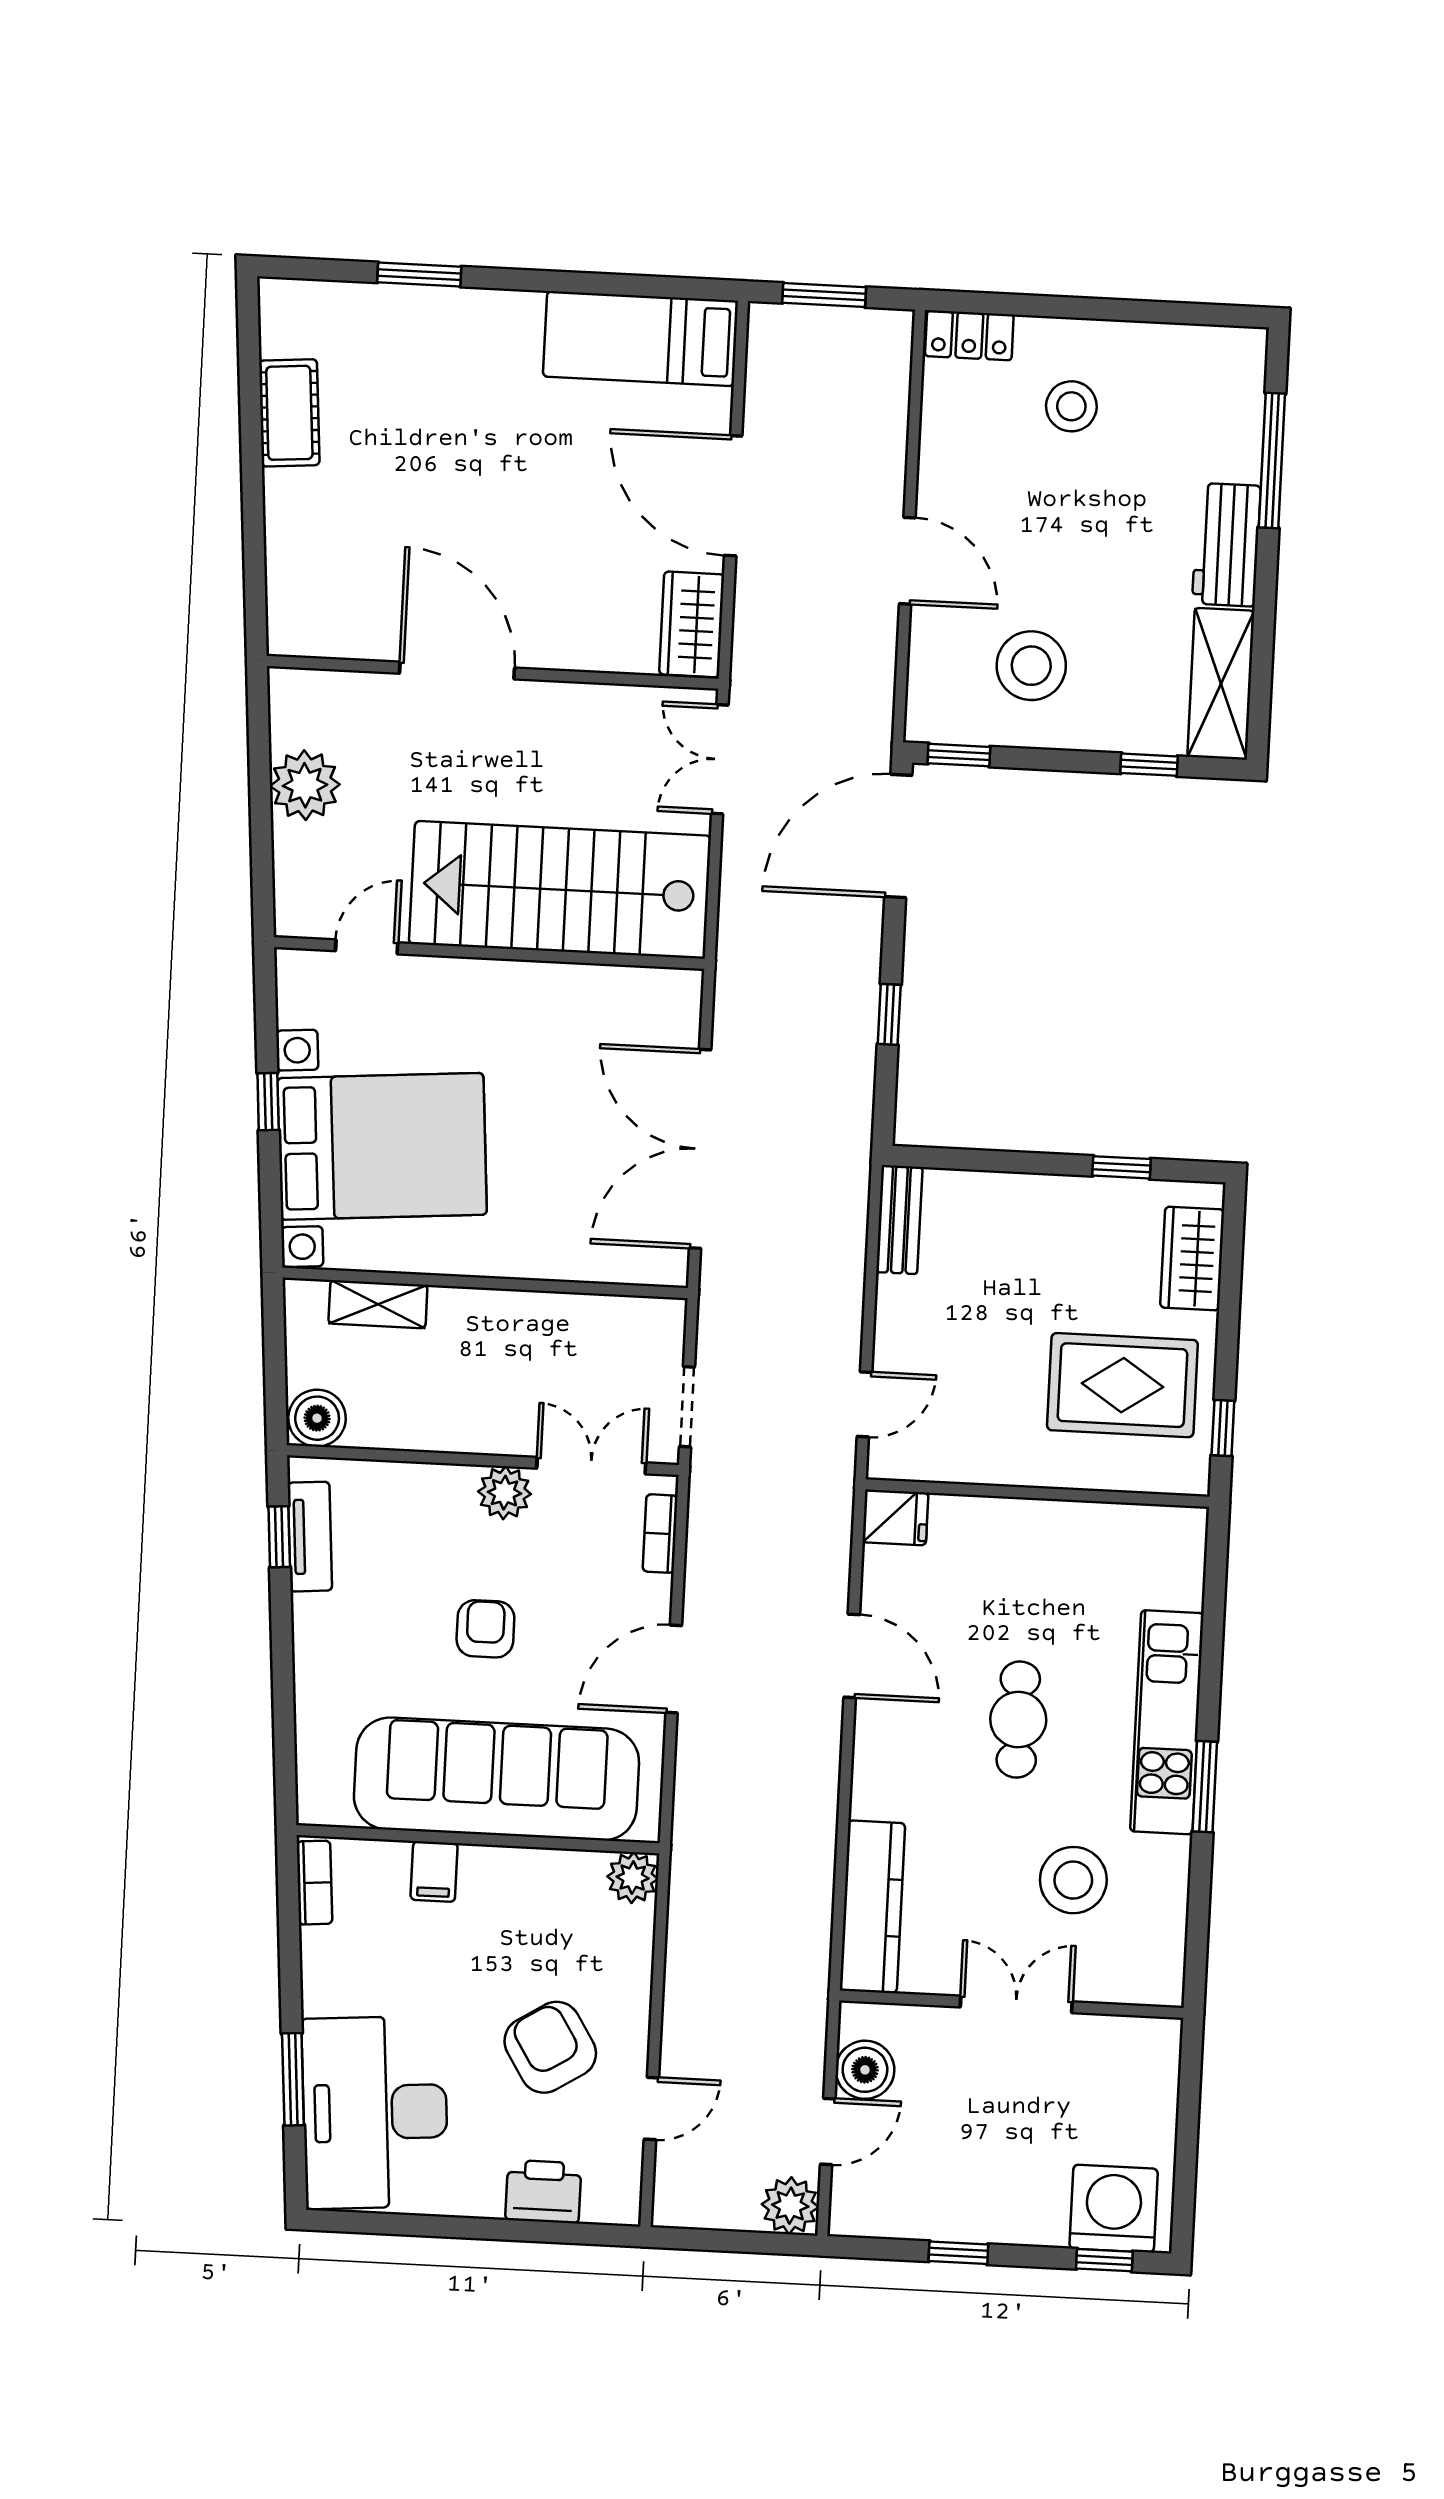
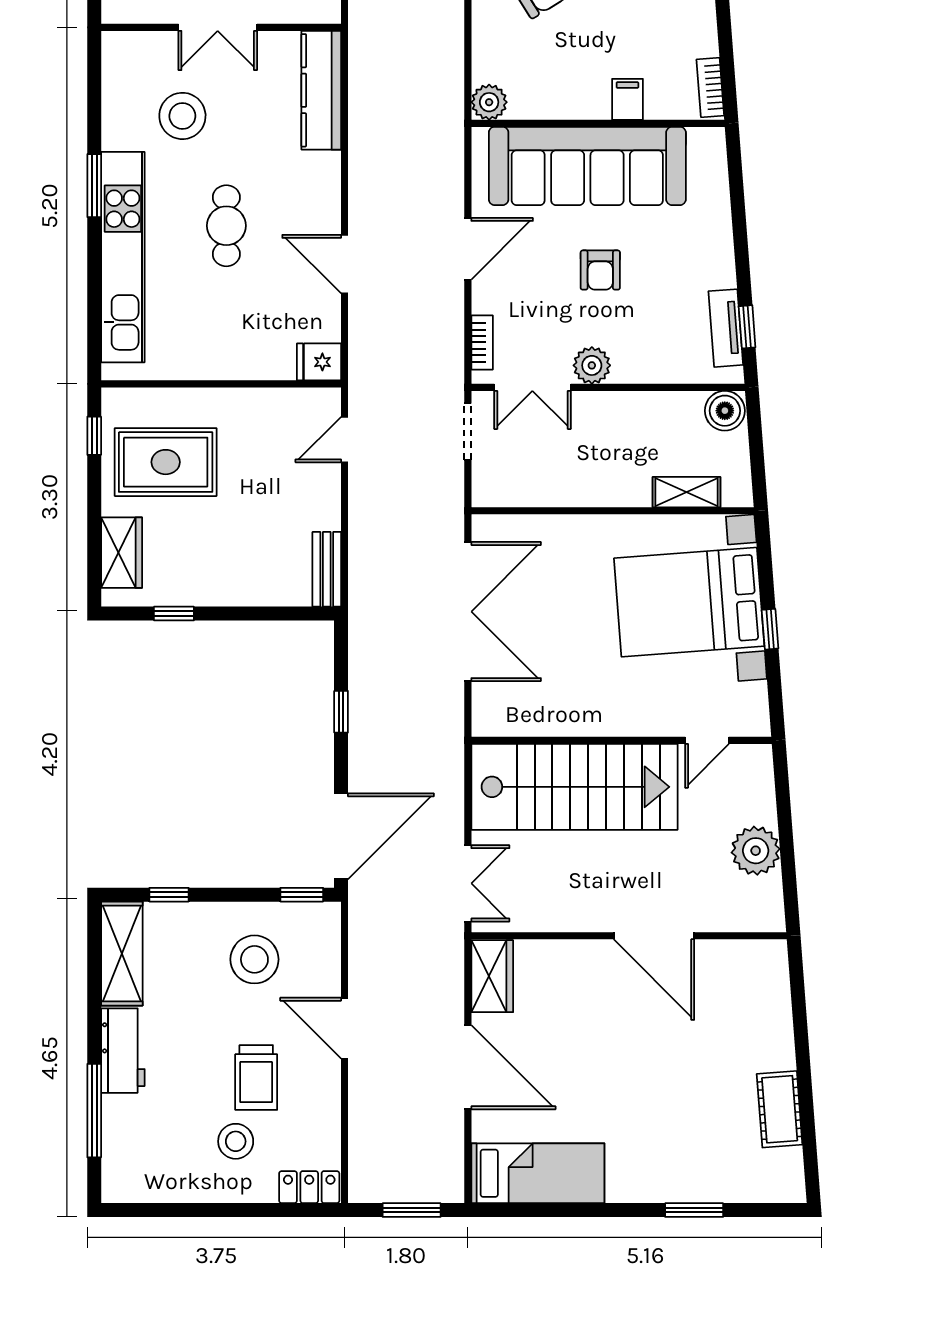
trolley: (1037, 496) -> (256, 1077), added
kitchen unit: (1167, 1722) -> (123, 257), width x1.36

